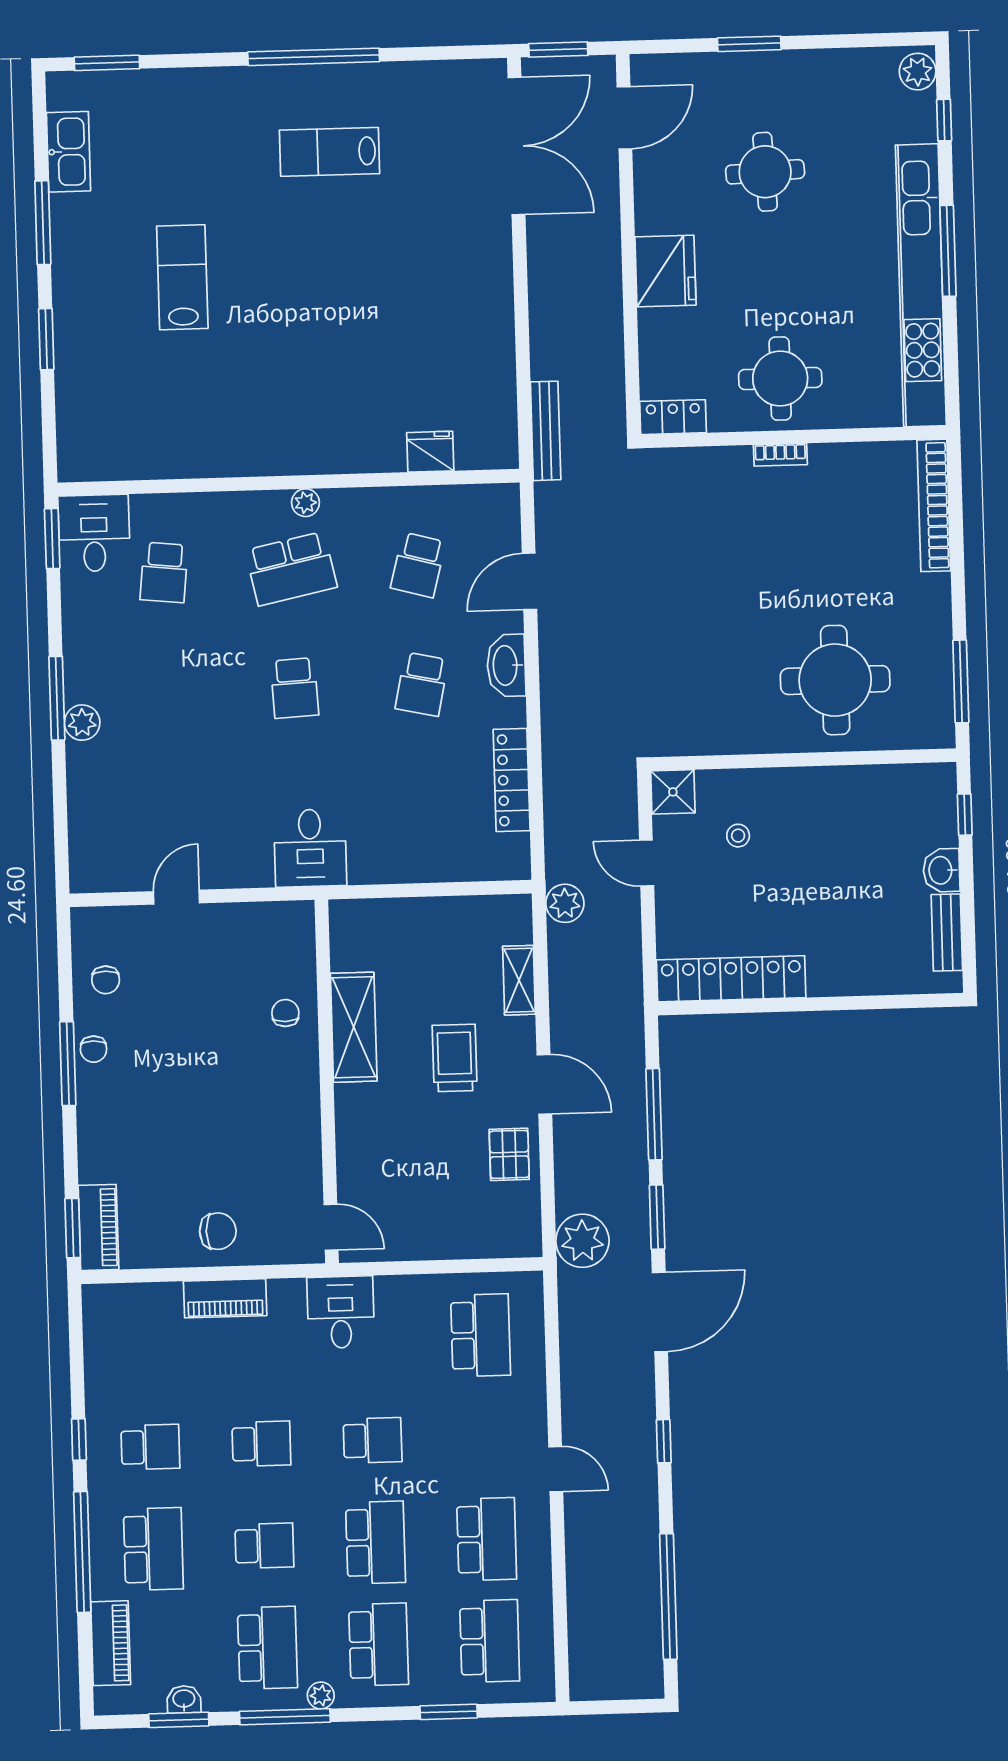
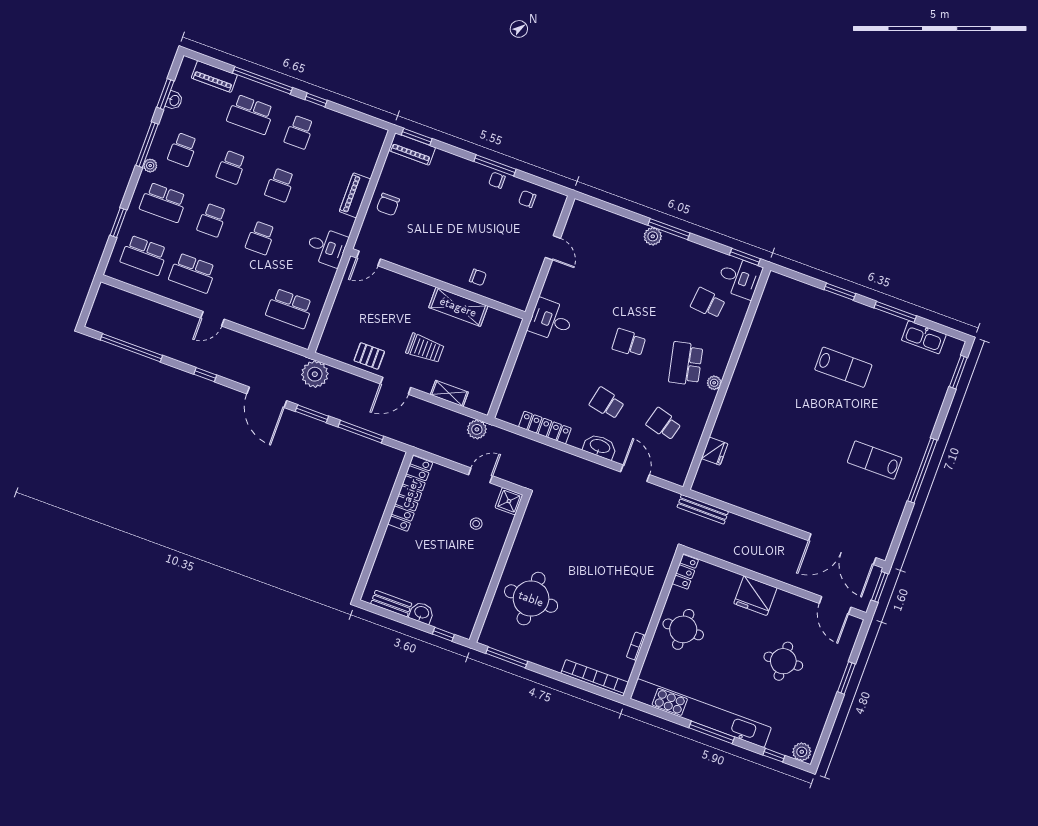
lab bench: (330, 152) -> (875, 460), turned -90
bookcase: (780, 455) -> (636, 646), moved
school desk: (376, 1542) -> (212, 220), width x0.54
school desk: (267, 1648) -> (183, 149), width x0.54

